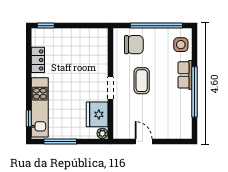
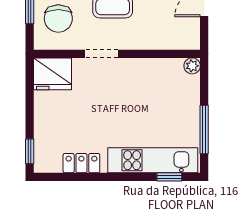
chair: (134, 45) -> (58, 18), turned 180
doorway: (110, 88) -> (102, 54), moved
fridge: (97, 114) -> (53, 74), moved

